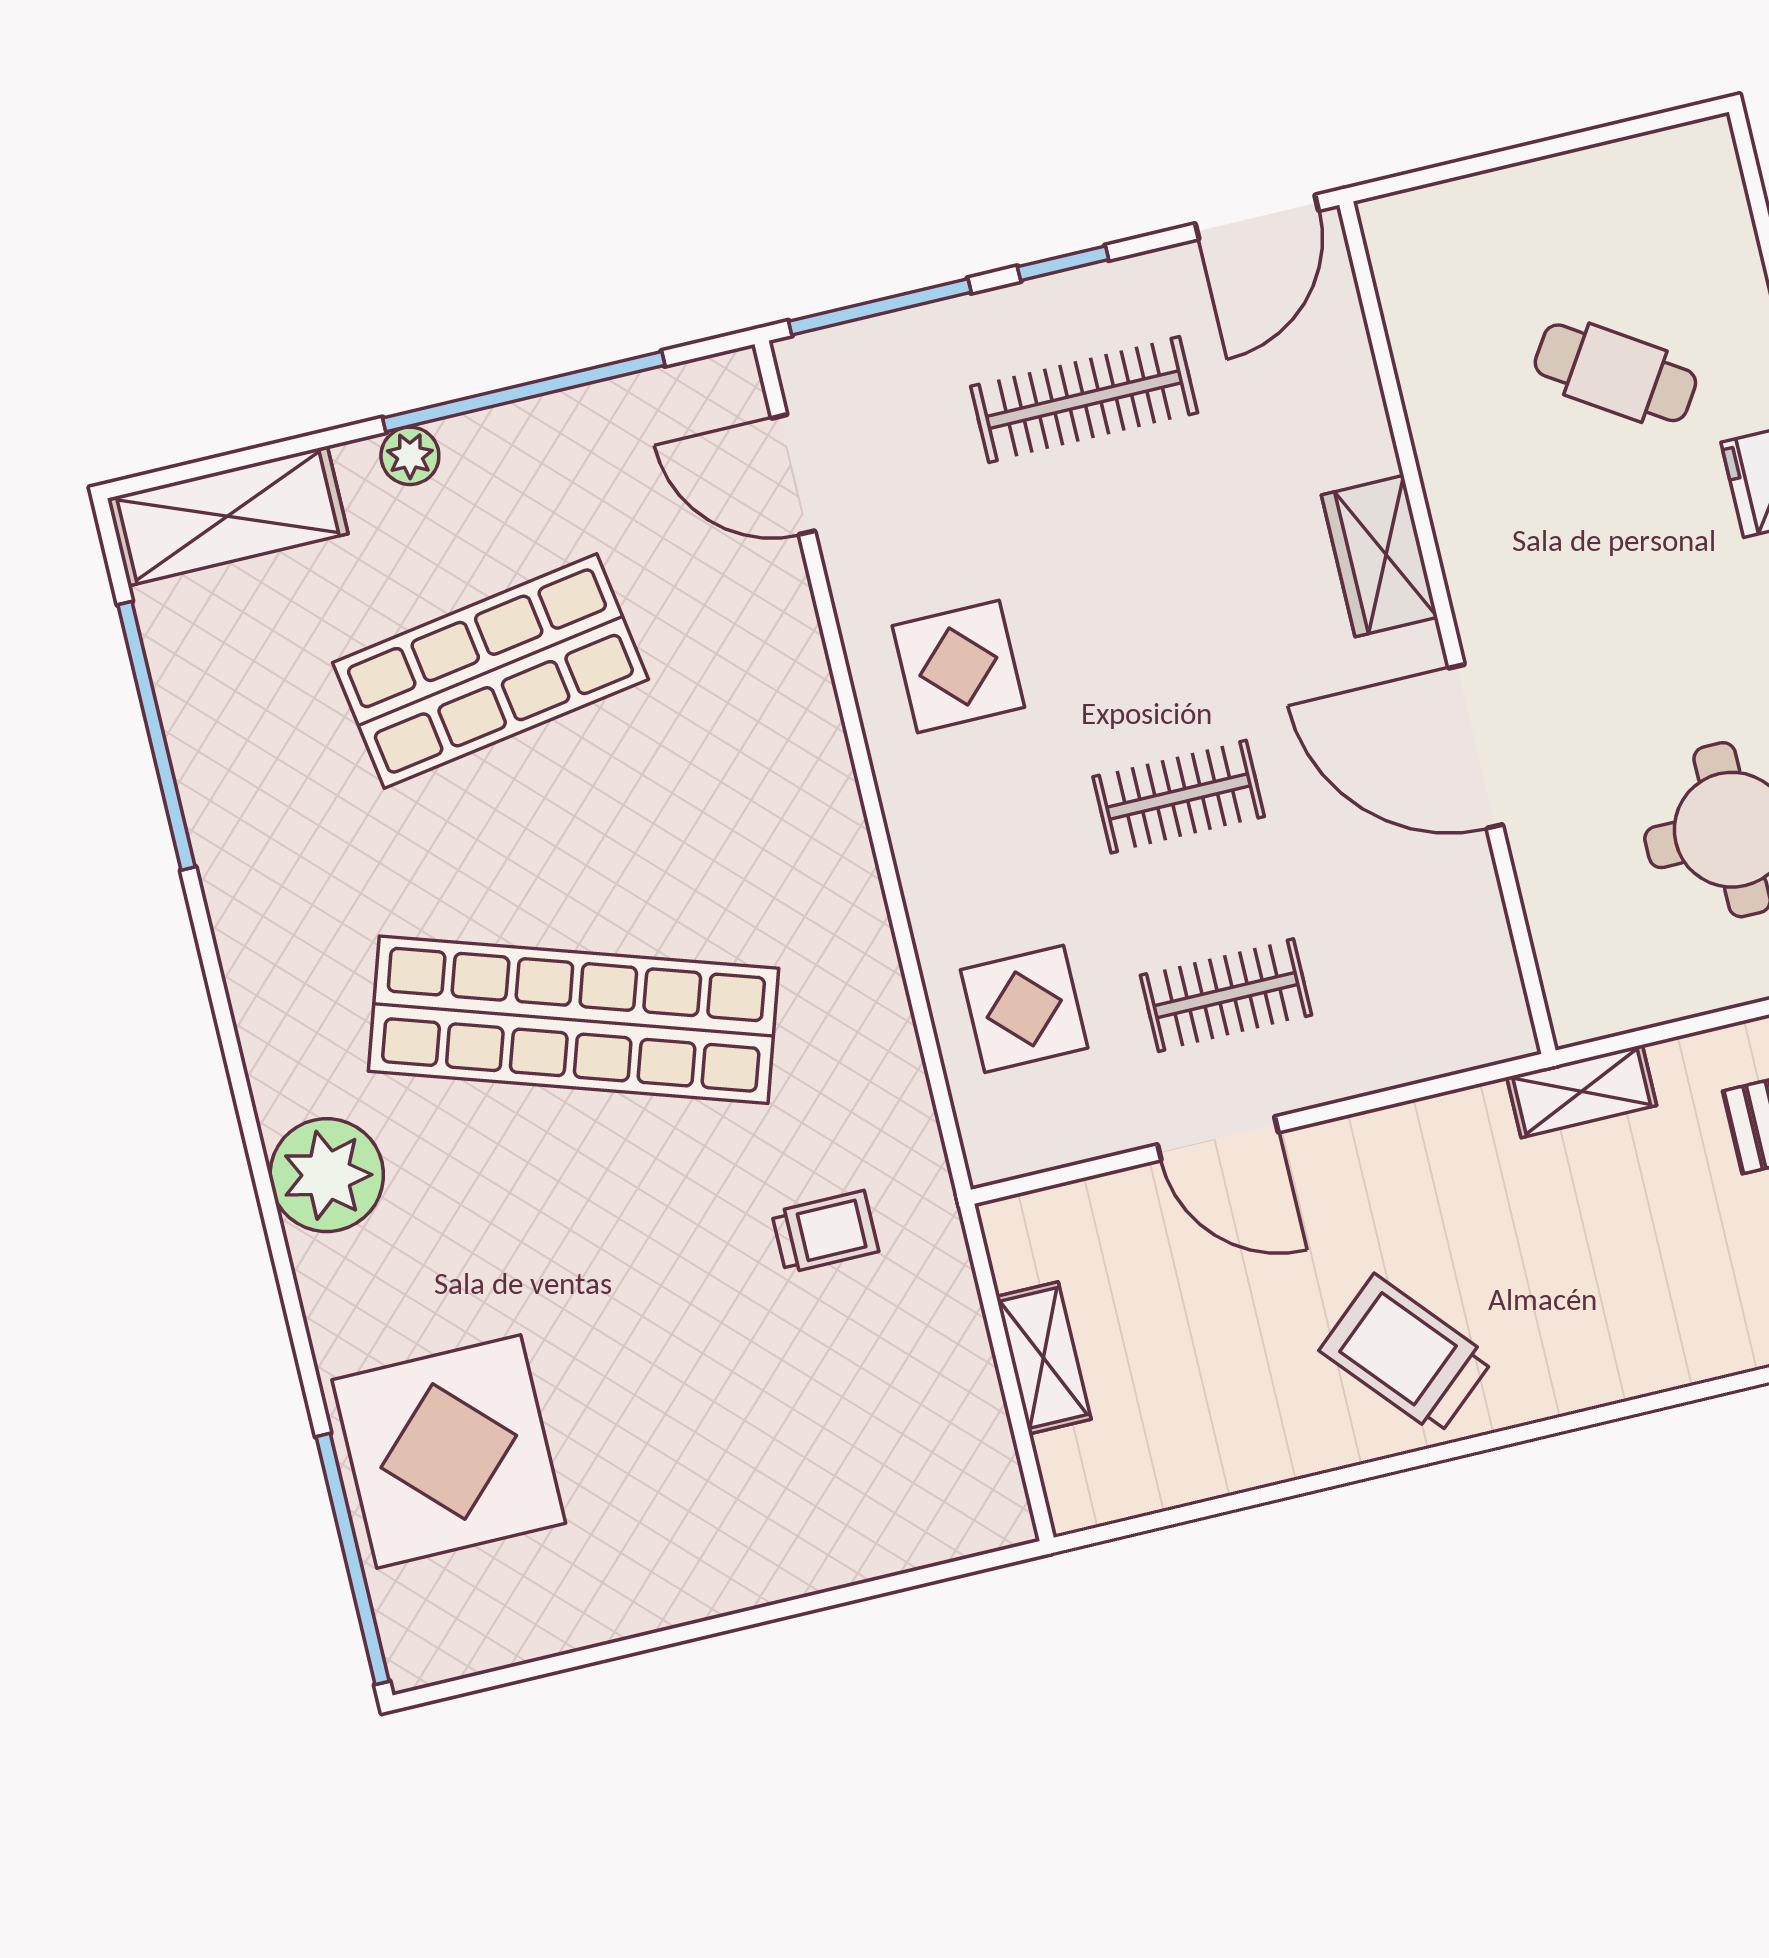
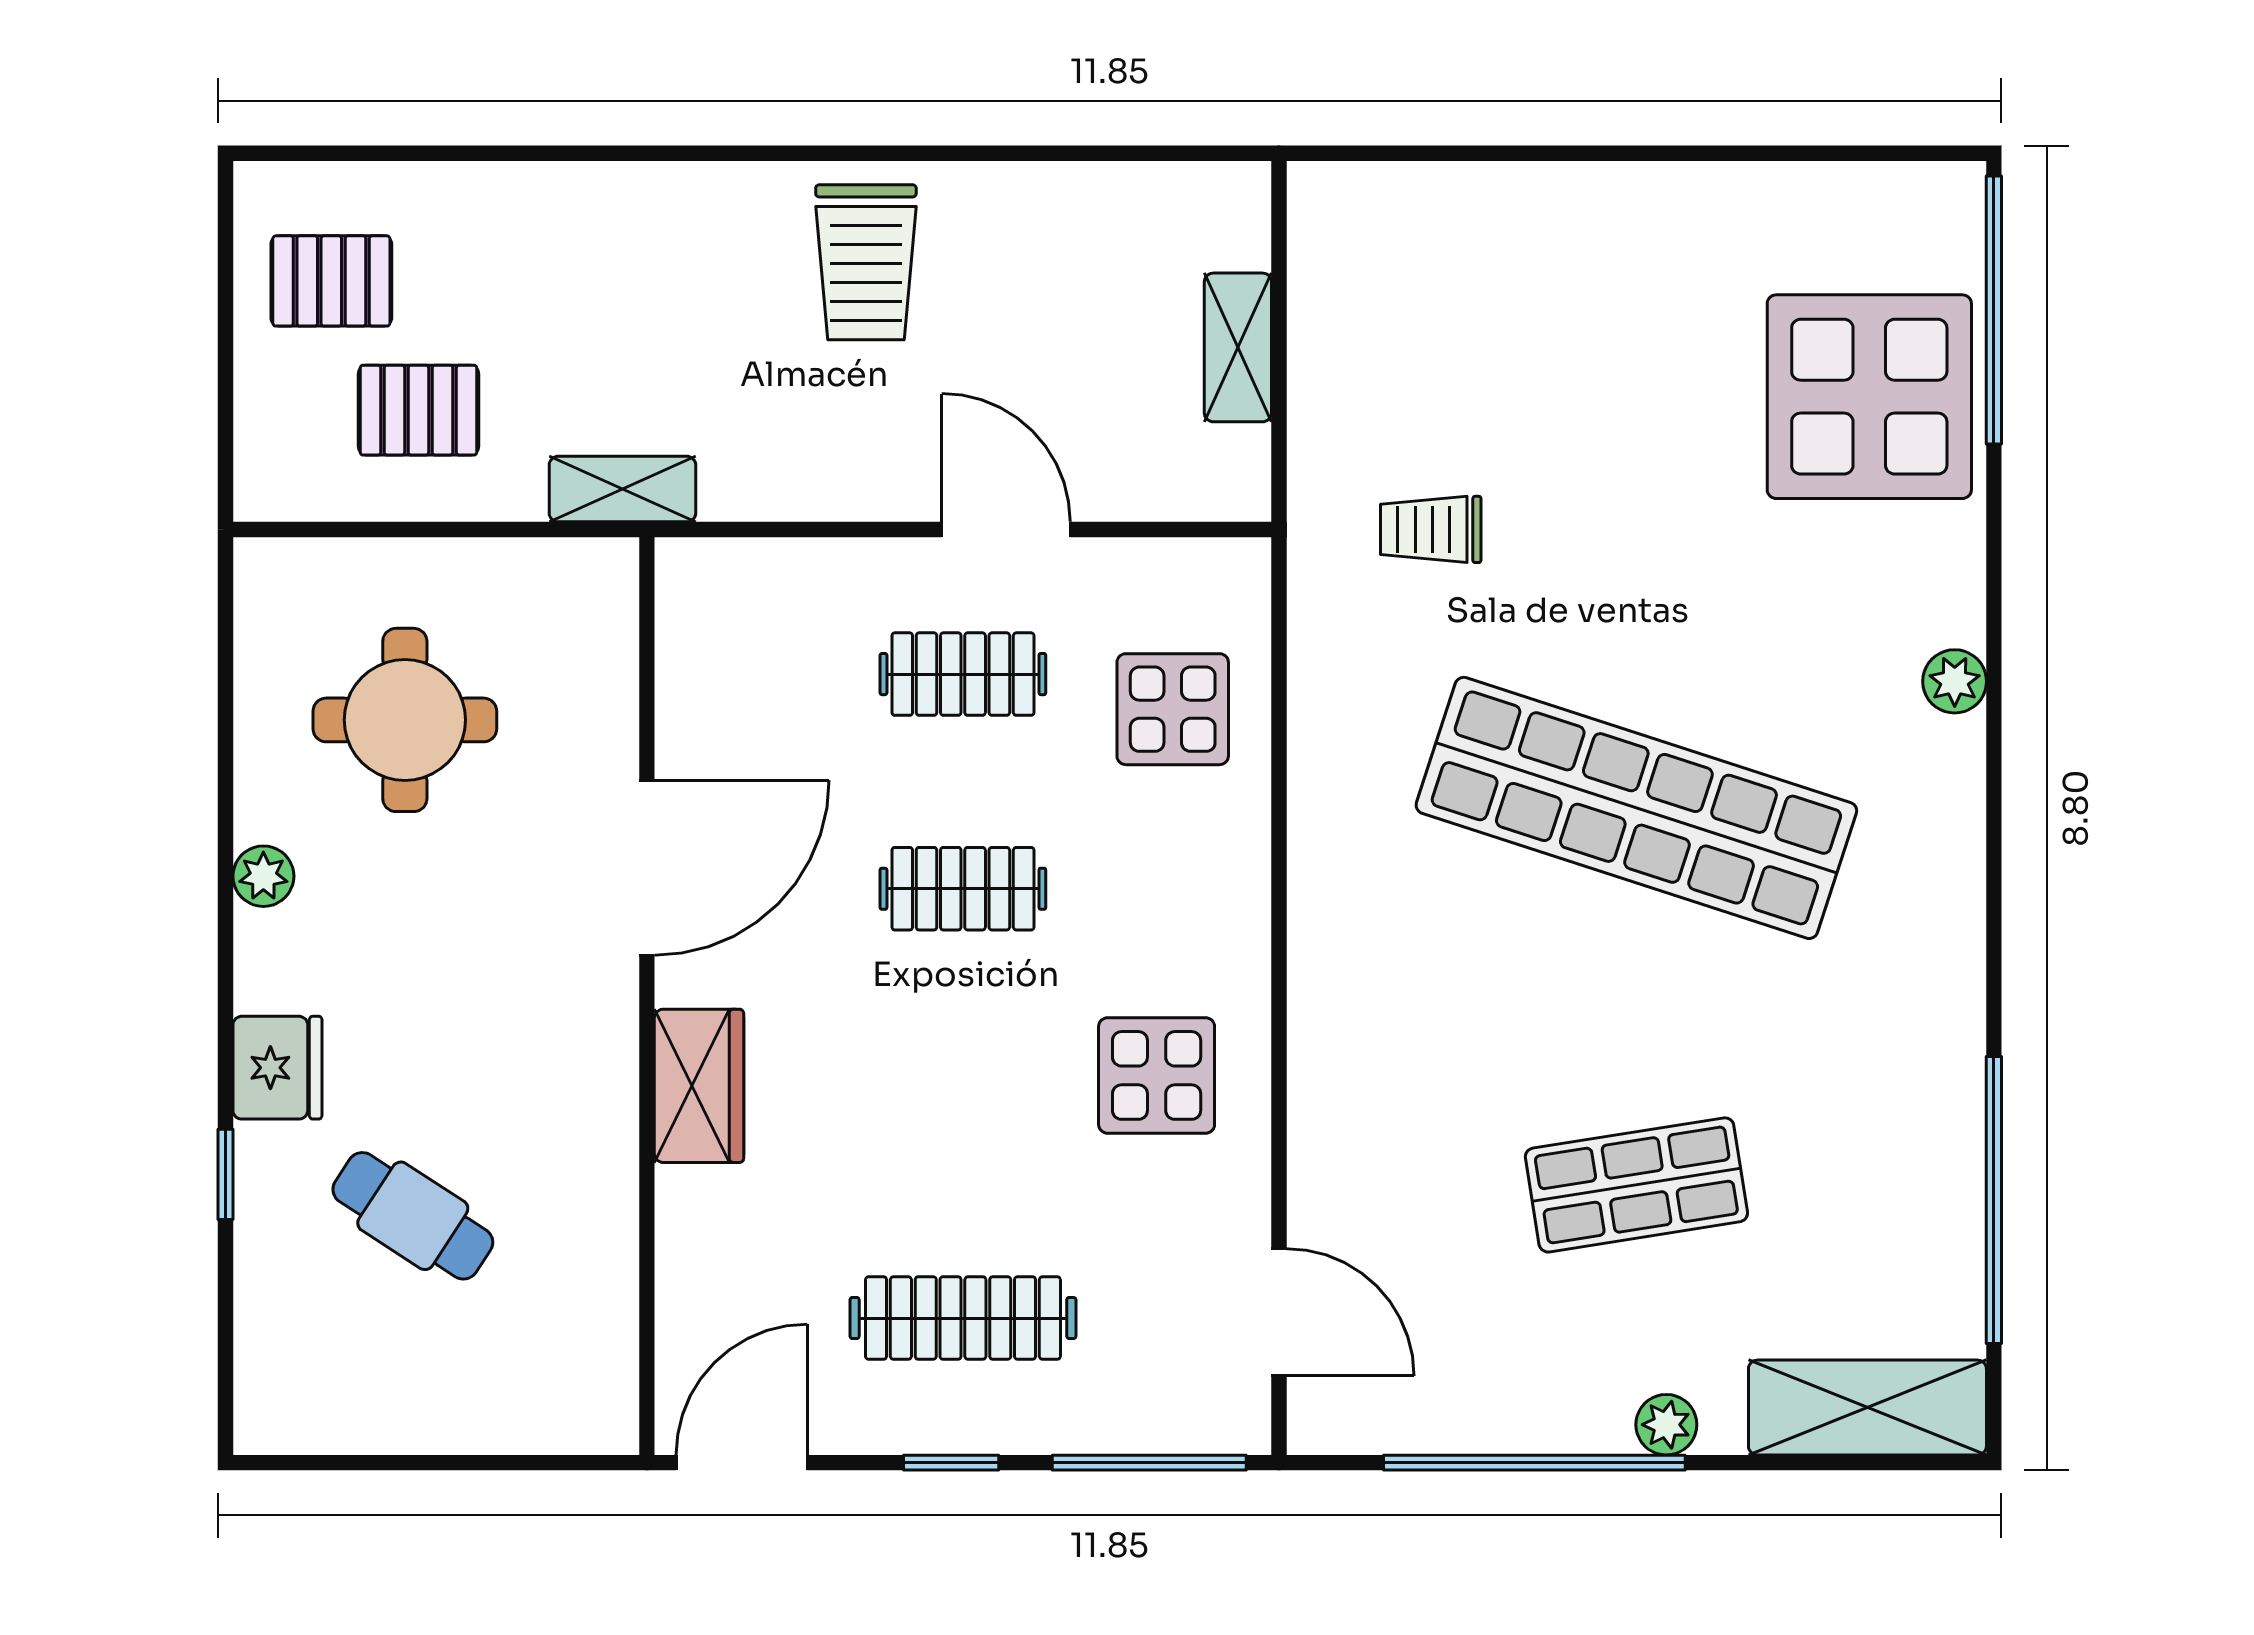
shop shelf: (490, 671) -> (1636, 1185), width x0.70, depth x0.74
door: (1476, 746) -> (647, 868), hinge flipped
plant: (327, 1175) -> (1955, 681), width x0.53, depth x0.53
trolley: (1406, 1355) -> (866, 262), turned 41

